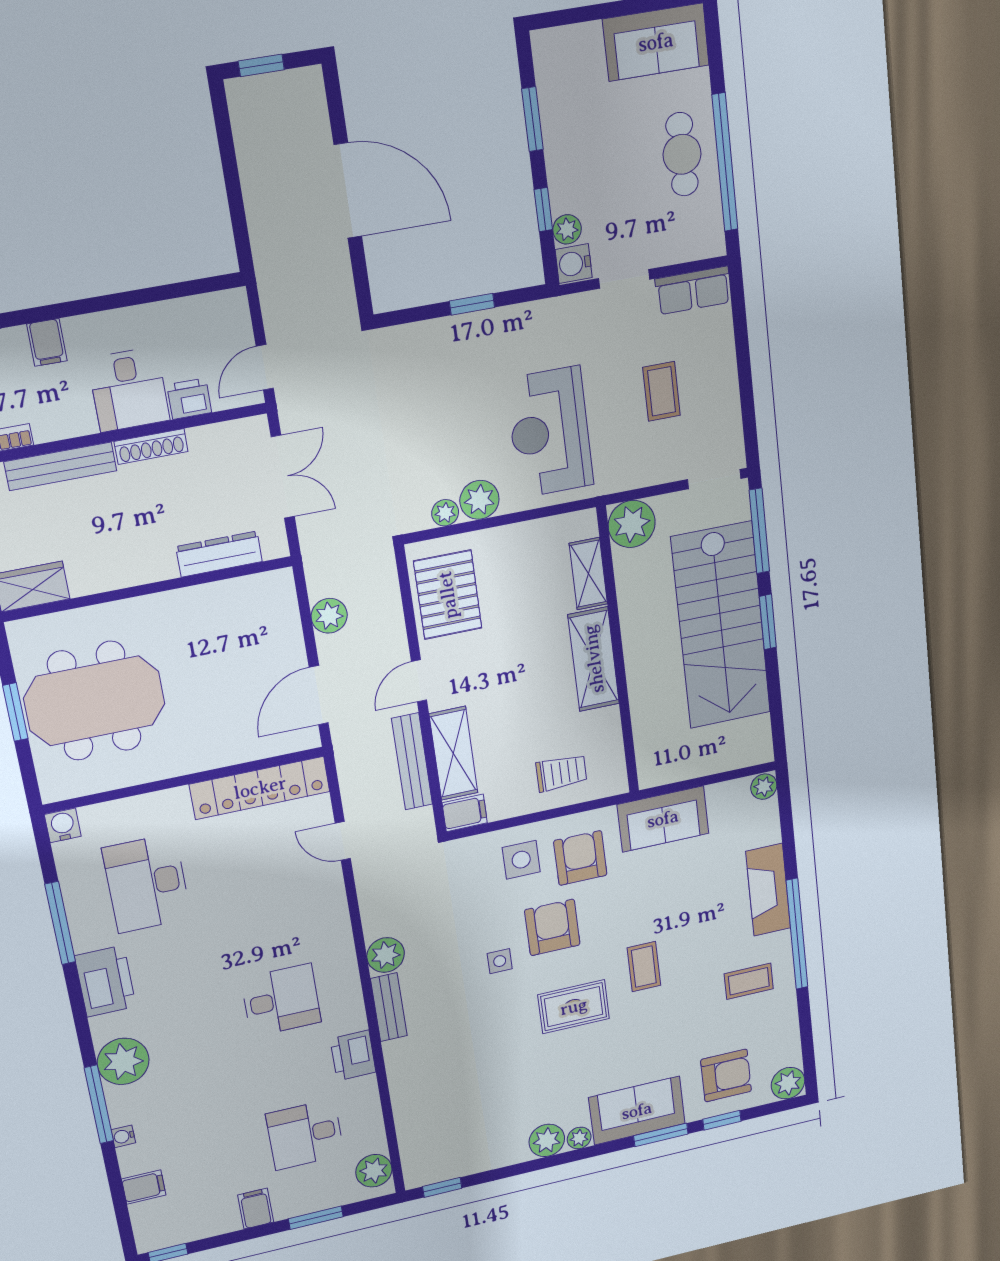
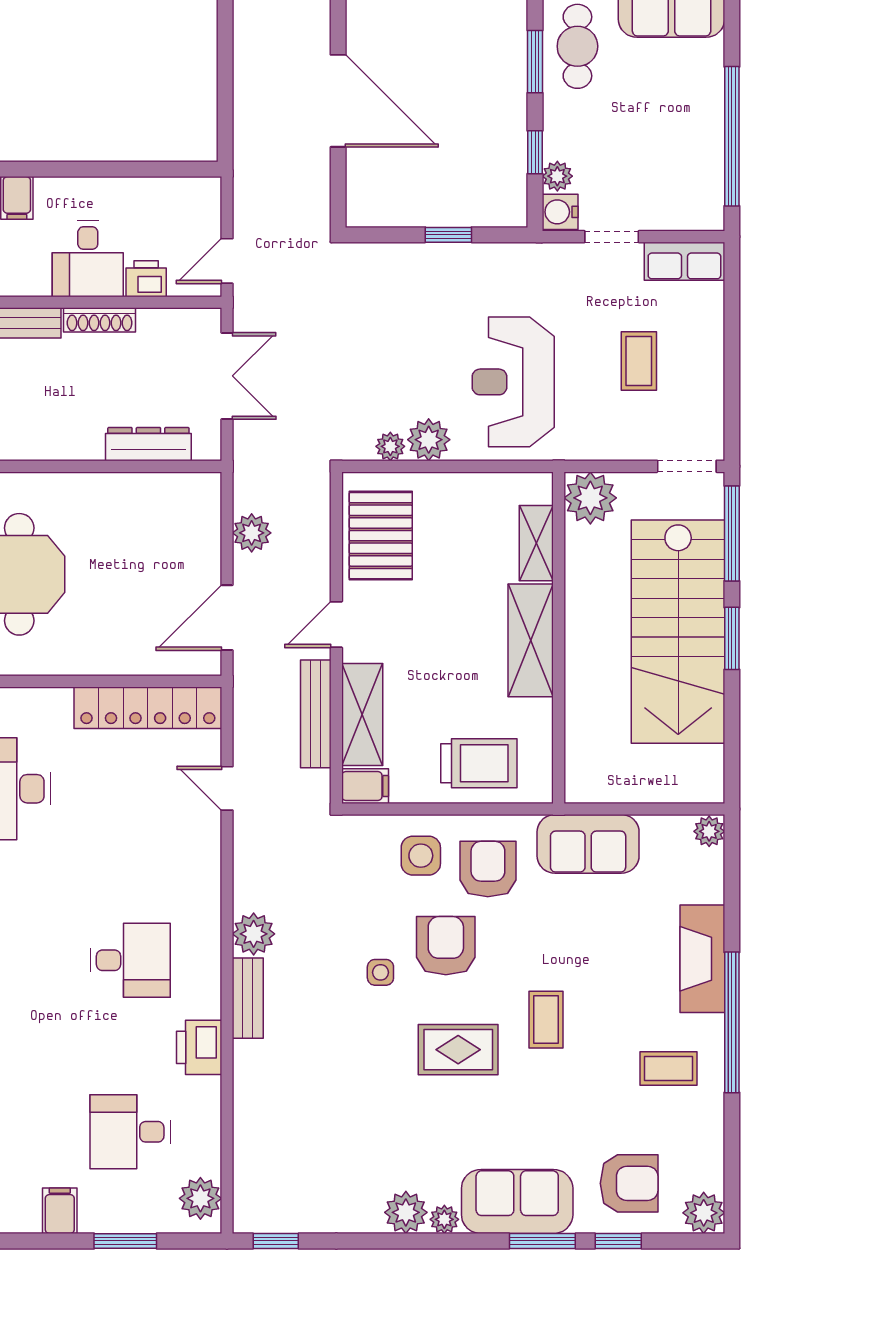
cafe table: (682, 154) -> (577, 46), moved
trolley: (561, 773) -> (479, 763), width x1.36, depth x1.39

